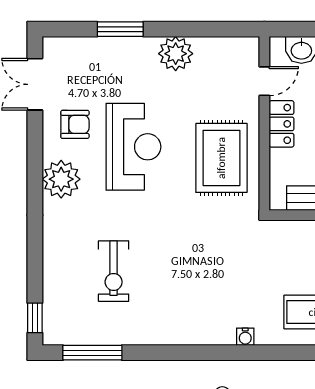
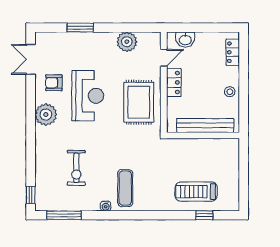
plant: (176, 54) -> (127, 42), moved
armchair: (75, 124) -> (54, 83), turned 180
exercise mat: (198, 306) -> (125, 188), added
water cooler: (245, 337) -> (106, 206), moved

